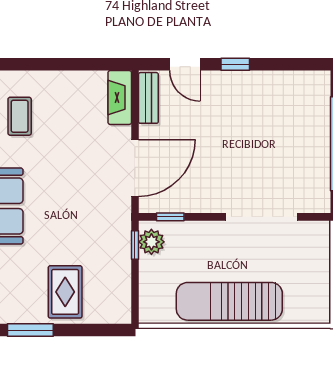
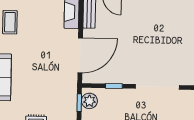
window: (170, 217) -> (114, 86), moved

